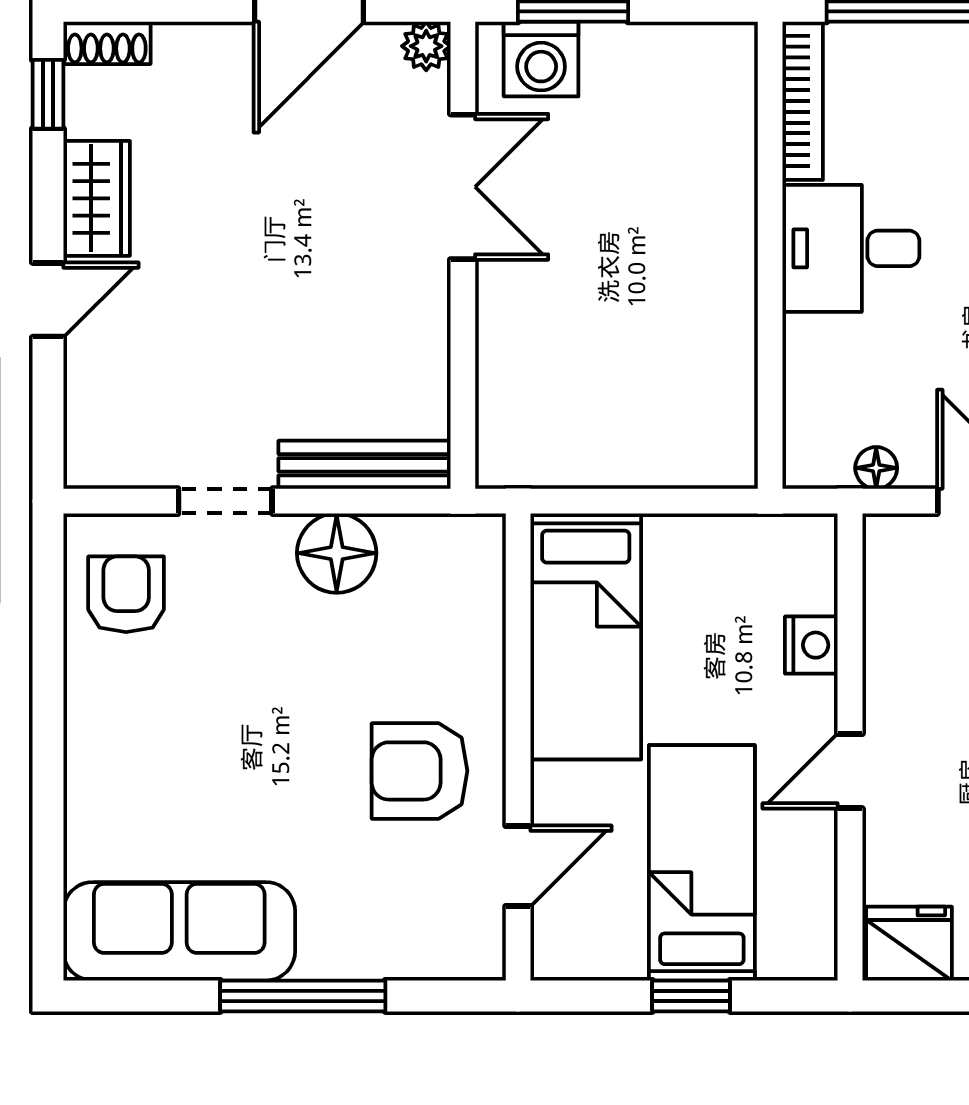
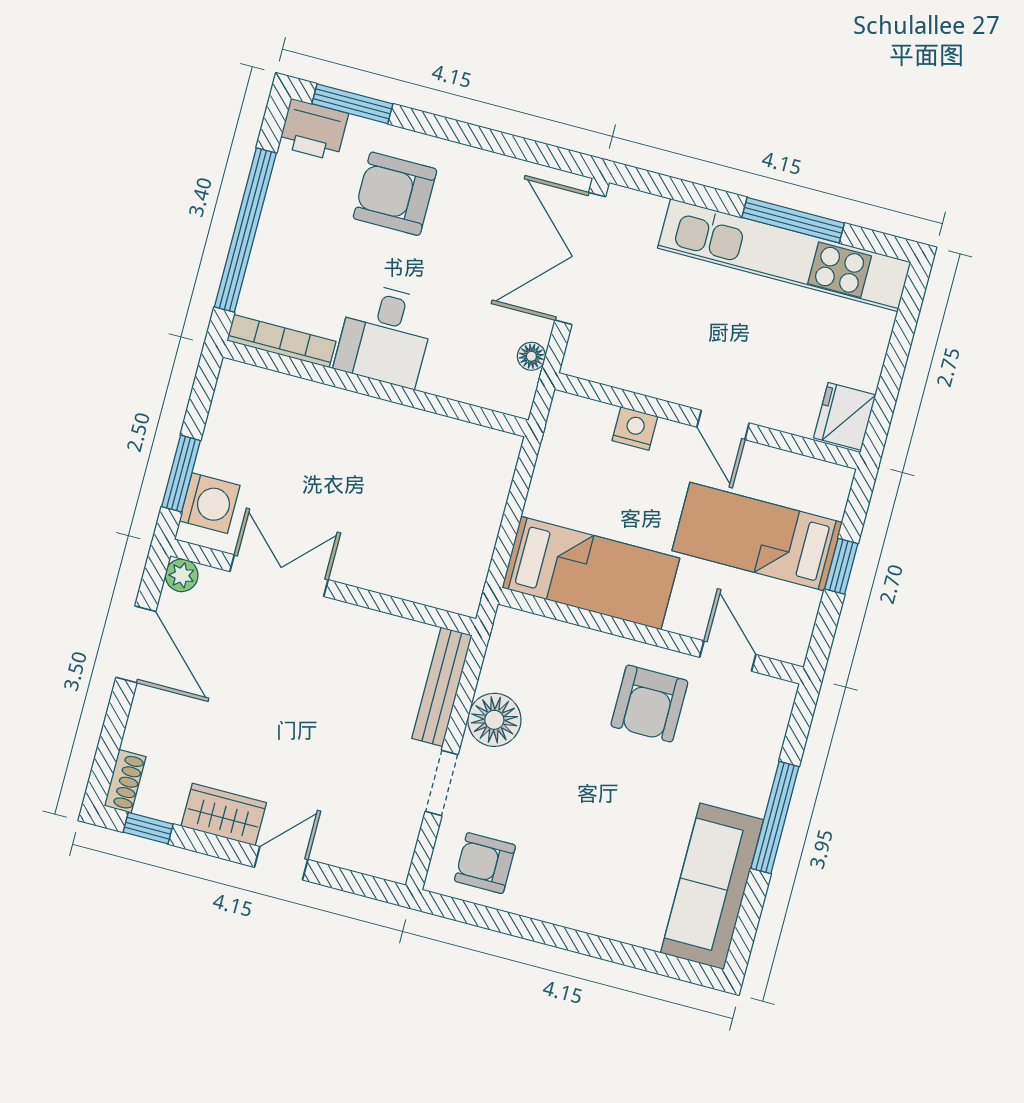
door: (48, 300) -> (281, 863), hinge flipped

